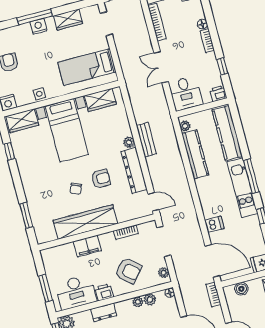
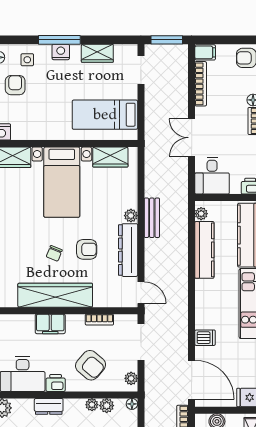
side table: (39, 94) -> (27, 60), moved

